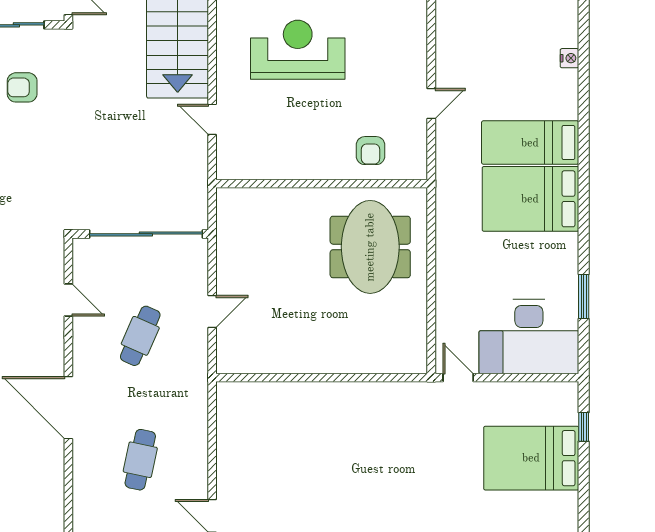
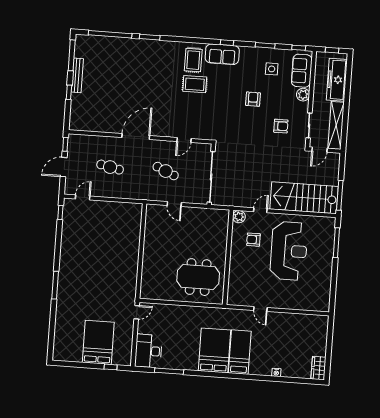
reception desk: (298, 50) -> (289, 251), width x1.36, depth x1.30
armchair: (22, 87) -> (281, 126), turned 90
armchair: (371, 151) -> (253, 240), moved
plant: (230, 166) -> (239, 217), added
window: (584, 296) -> (169, 371), width x1.44
desk: (529, 337) -> (149, 351), width x0.73, depth x0.77

